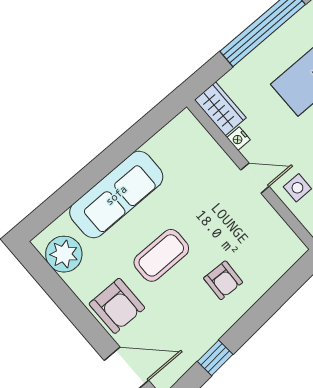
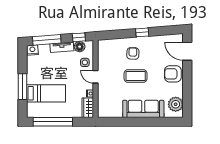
coffee table: (161, 255) -> (136, 76), moved
armchair: (117, 306) -> (173, 74), turned -90
window: (215, 358) -> (142, 32), moved

